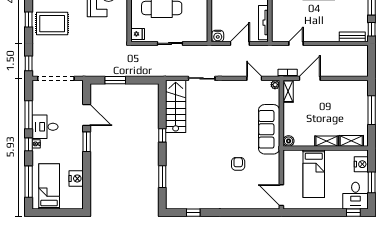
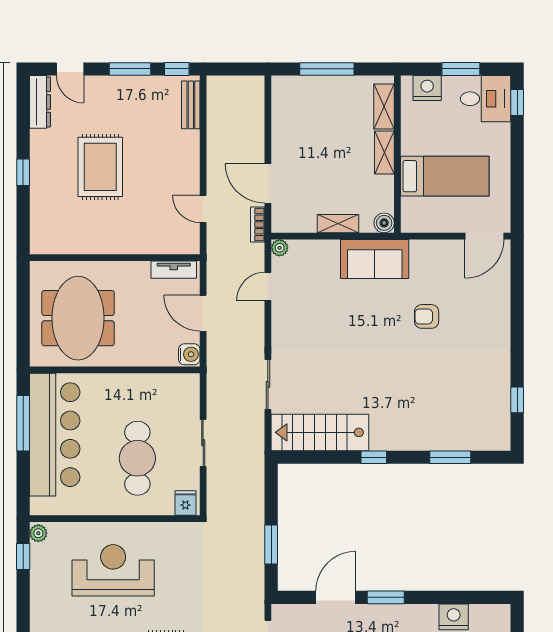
tv unit: (263, 23) -> (174, 270), width x0.71
shelving: (288, 91) -> (338, 224), moved
sofa: (269, 129) -> (375, 259), width x0.73

